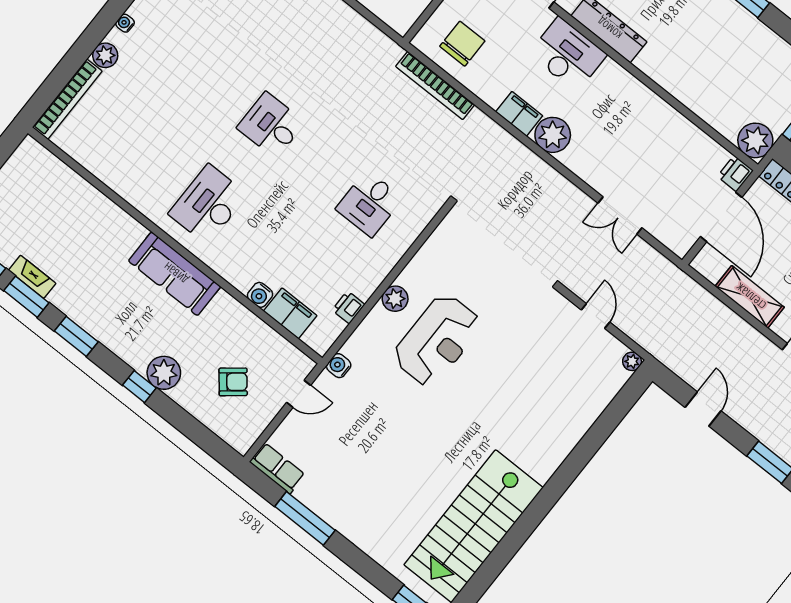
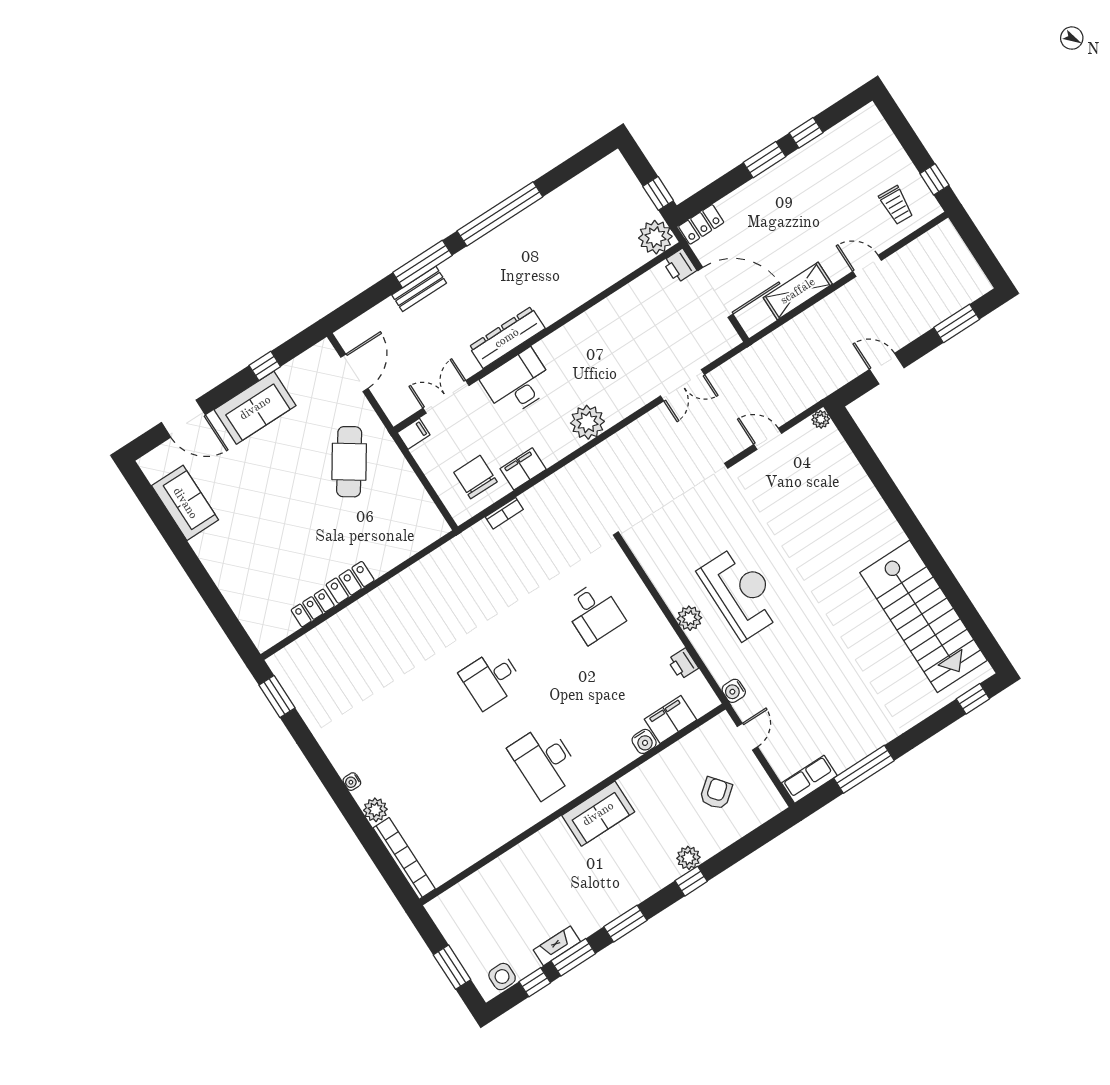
bookcase: (435, 86) -> (504, 513), width x0.43, depth x0.76
filing cabinet: (519, 114) -> (523, 469), moved
sofa: (175, 274) -> (598, 814), width x0.73
plant: (164, 373) -> (688, 858), width x0.73, depth x0.73

